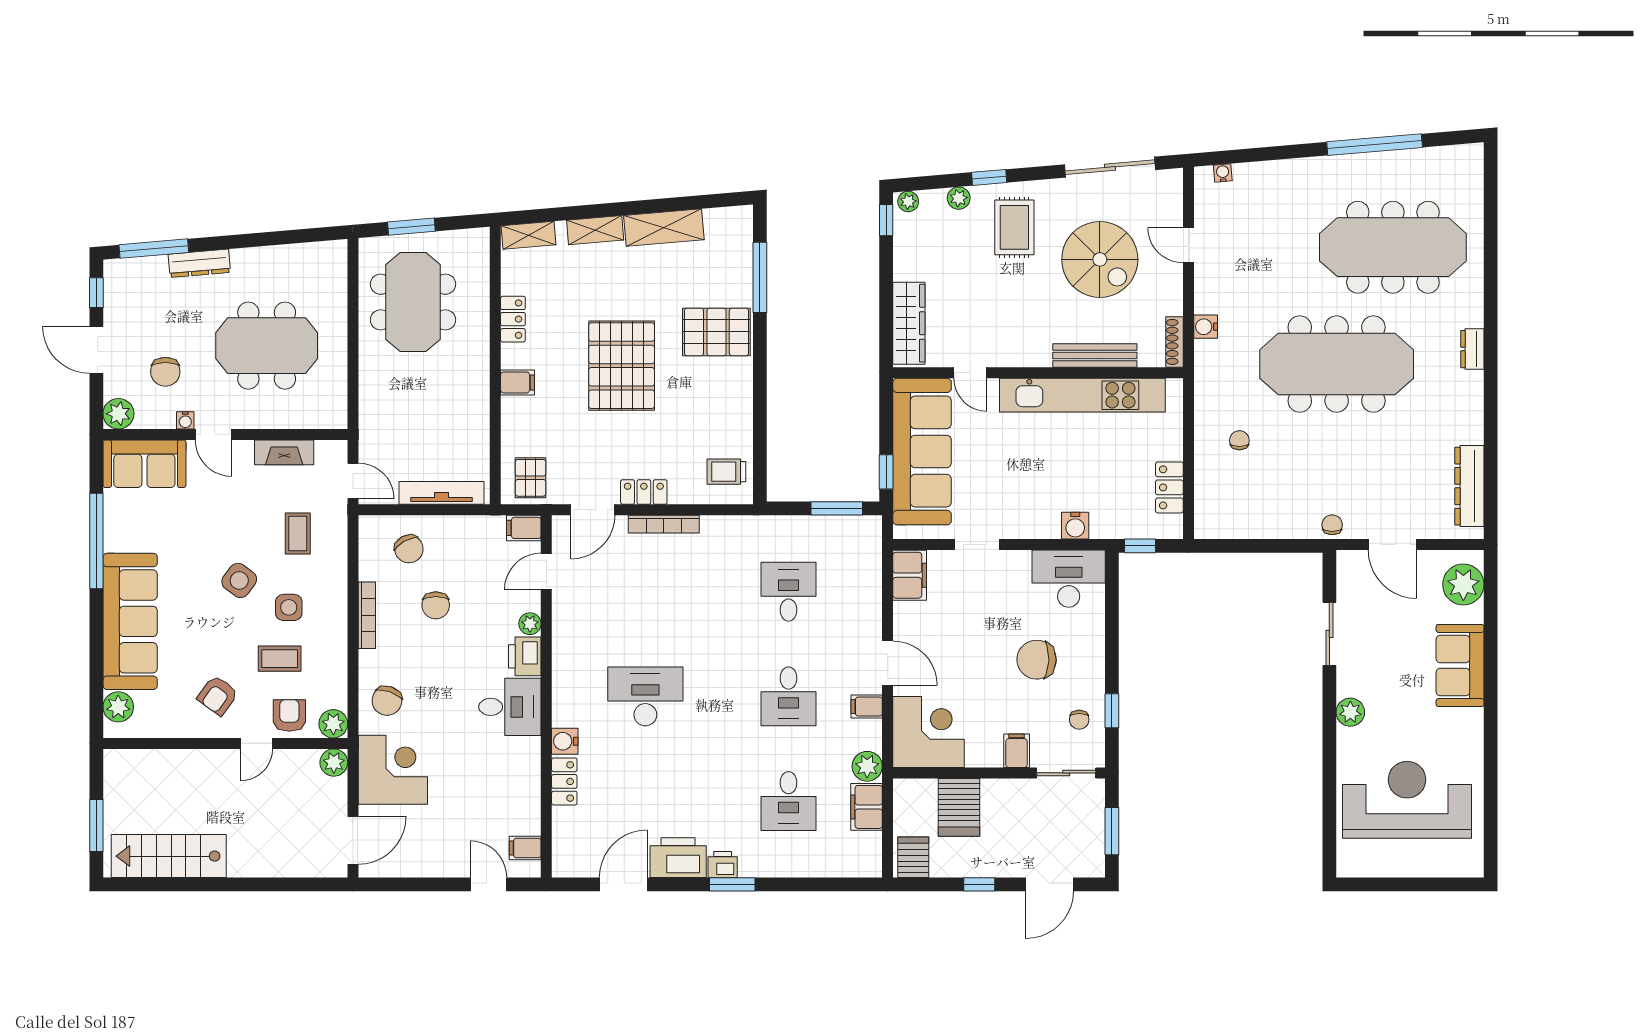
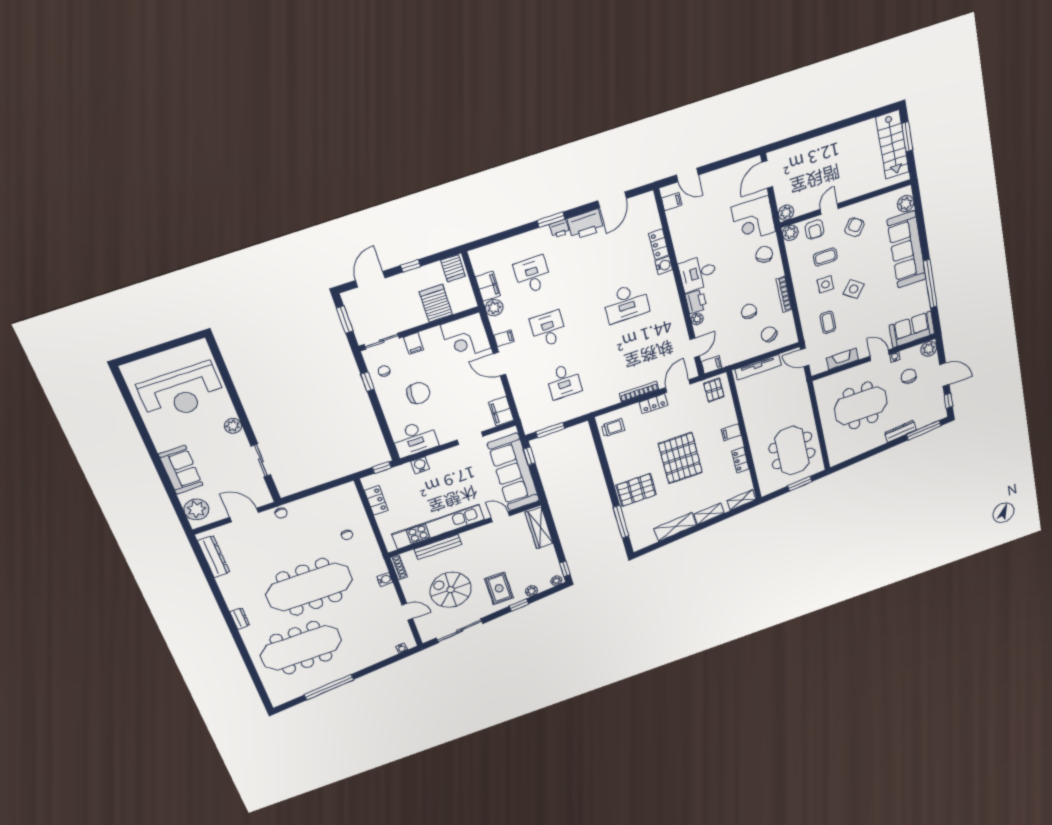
stairs: (169, 856) -> (892, 145), moved, turned 90

